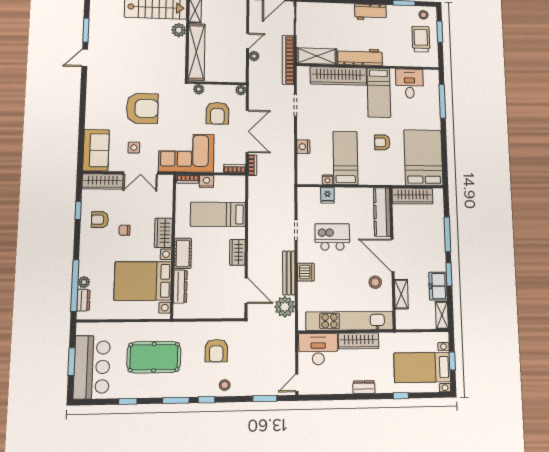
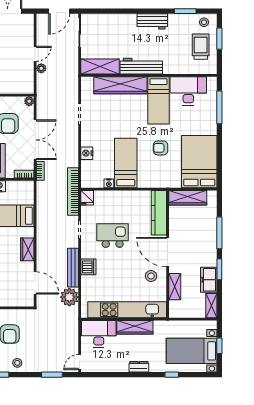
bookcase: (288, 60) -> (73, 192), moved
desk: (410, 84) -> (188, 91), width x1.37
fridge: (327, 195) -> (87, 198), moved

